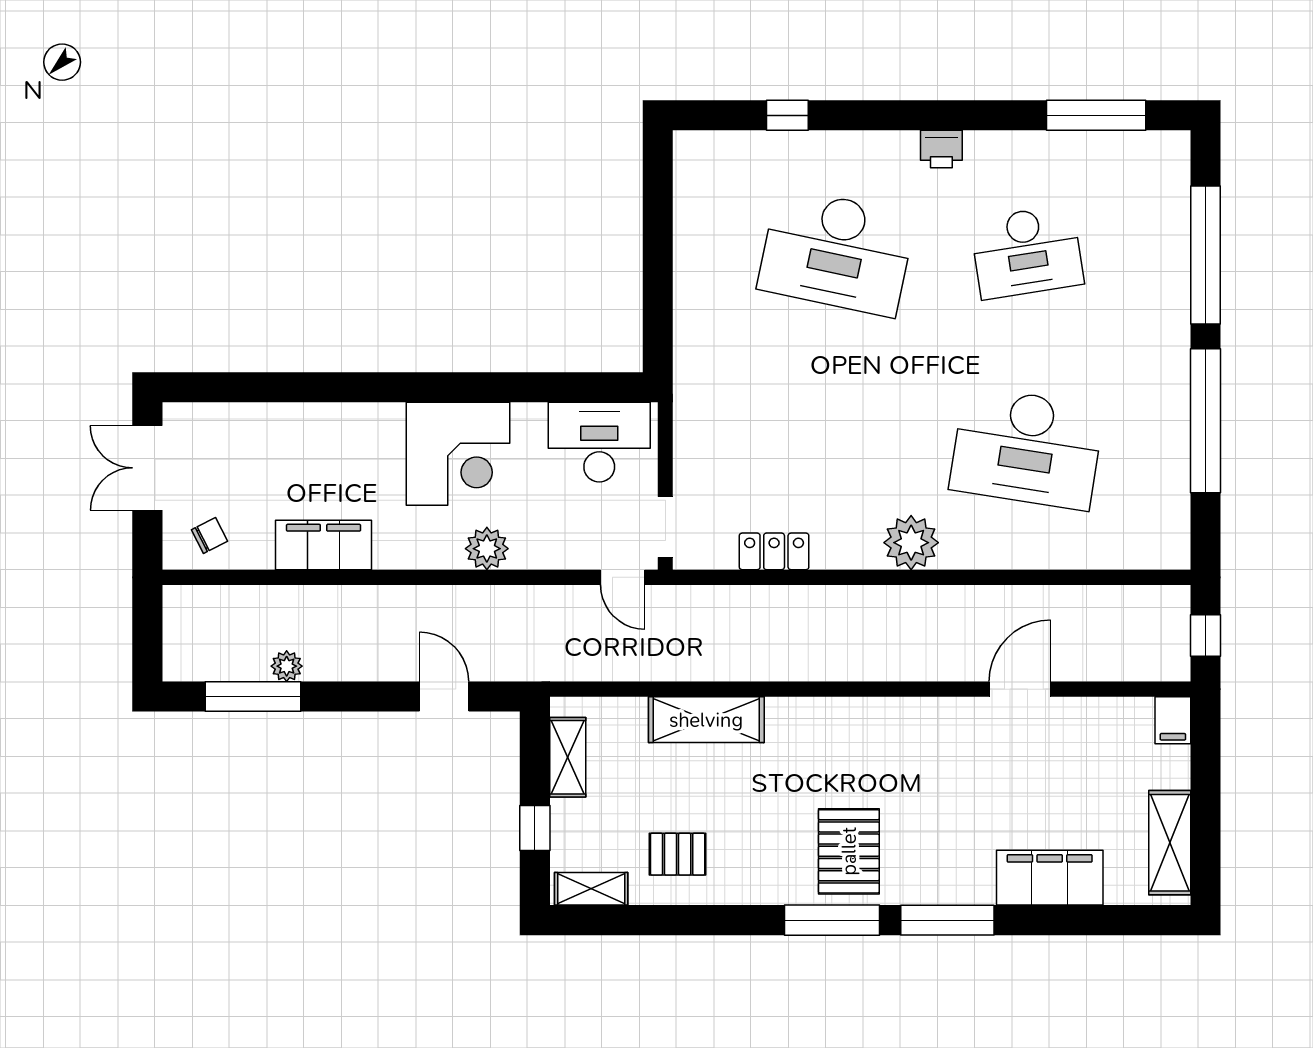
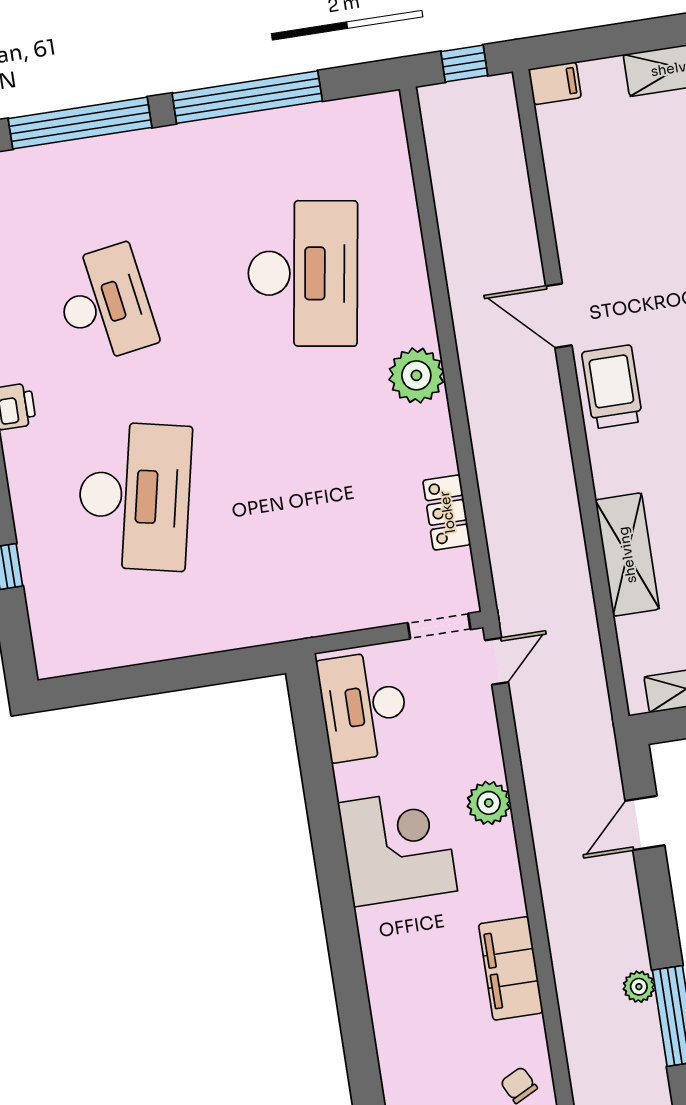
door: (1020, 689) -> (559, 316), moved
trolley: (871, 730) -> (612, 387), added

